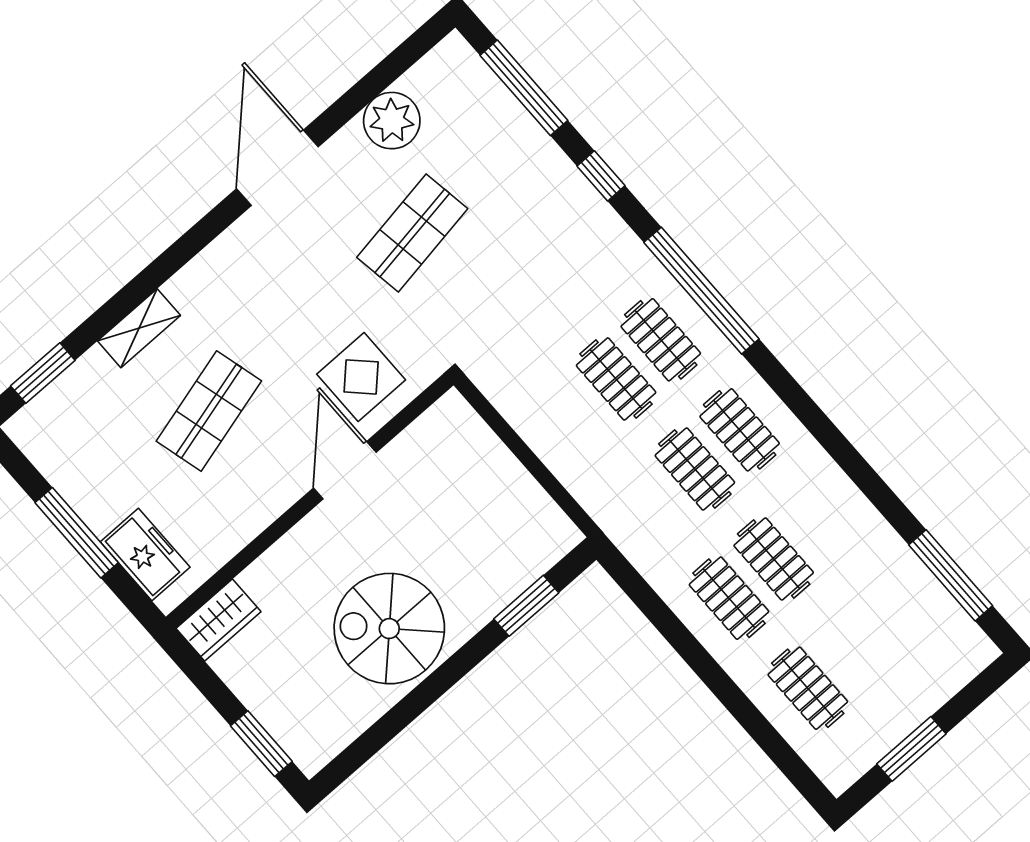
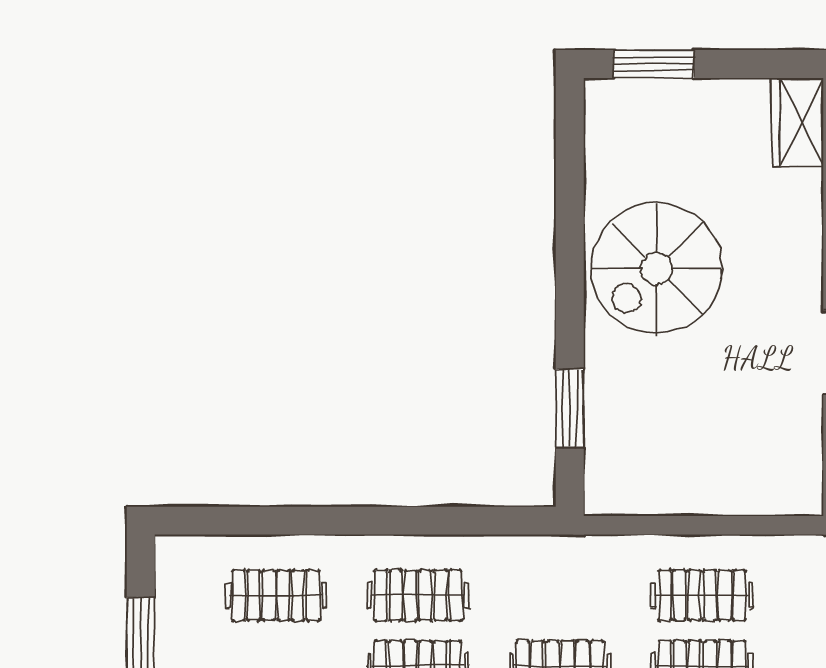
clothes rail: (571, 418) -> (702, 595), added
spiral stairs: (389, 629) -> (656, 268), turned 180

